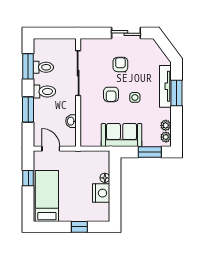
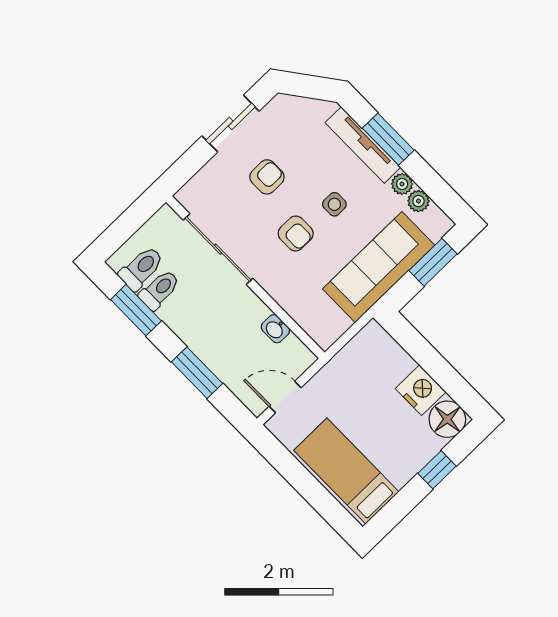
armchair: (120, 64) -> (267, 177), turned 90
toilet: (44, 91) -> (141, 268), moved
sofa: (122, 135) -> (379, 267), width x1.36
plant: (166, 137) -> (402, 184), moved
window: (28, 178) -> (294, 472), removed
floor lamp: (105, 178) -> (447, 419), moved, width x1.89, depth x1.89

